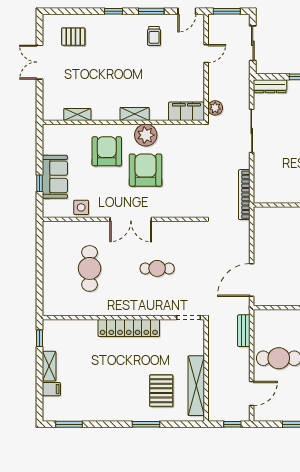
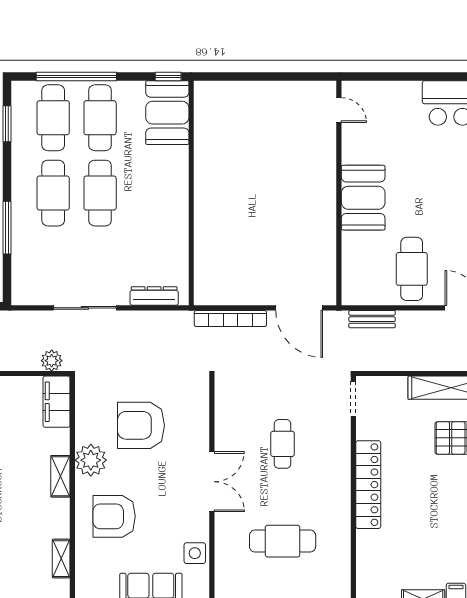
dresser: (270, 86) -> (154, 296), moved, turned -90
armchair: (146, 170) -> (141, 425), moved
bookcase: (244, 195) -> (230, 319), moved

